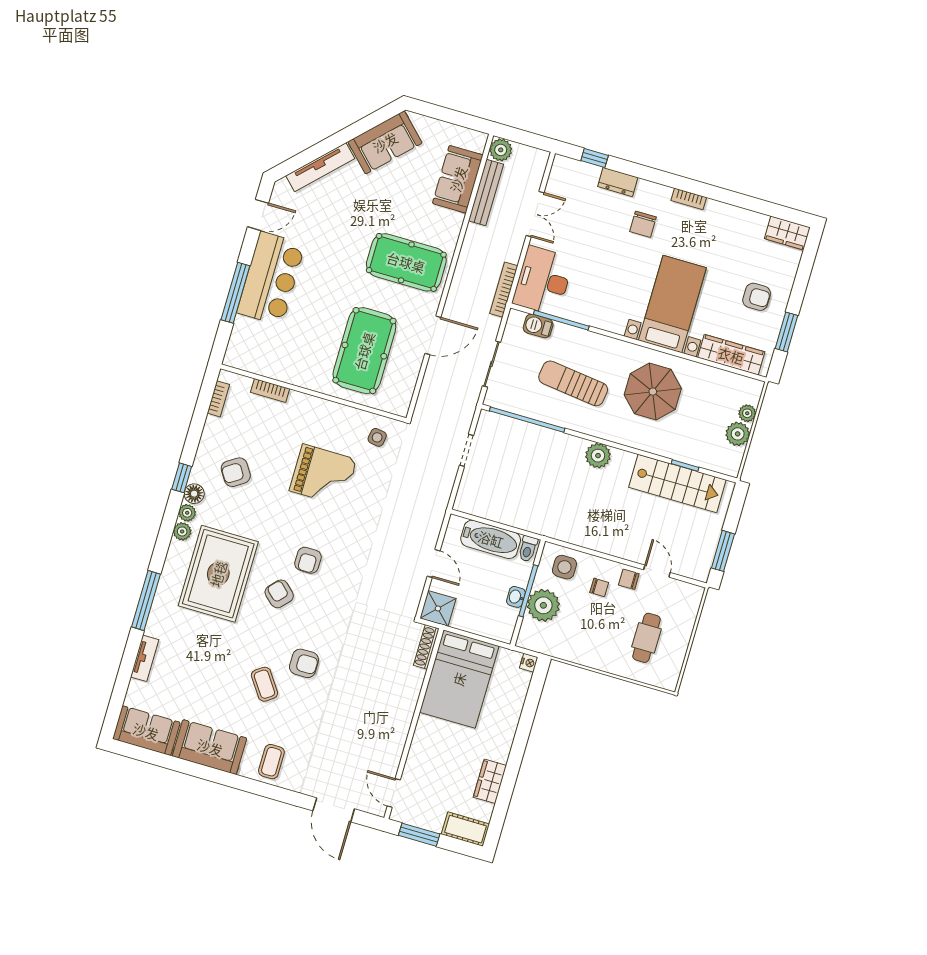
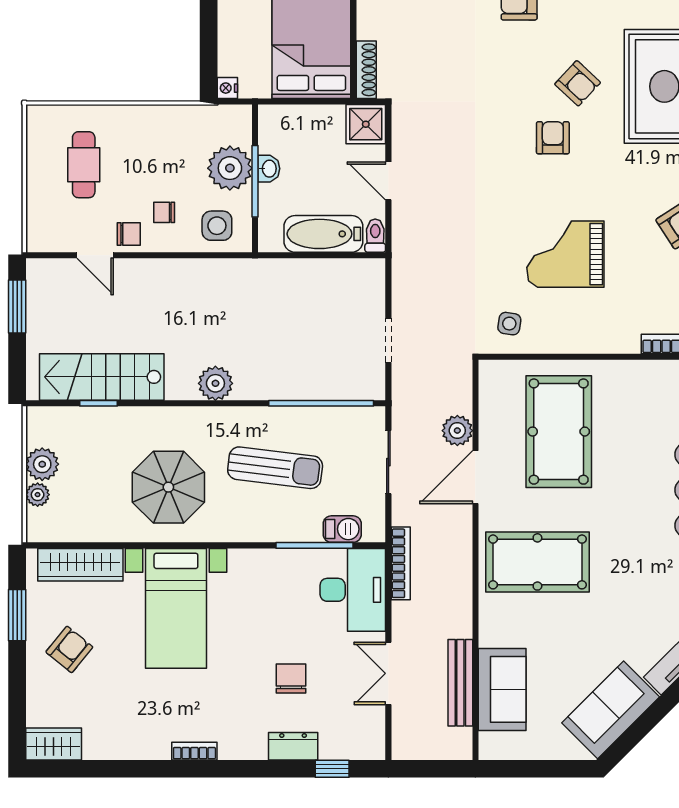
plant: (501, 150) -> (457, 431), moved
chair: (643, 224) -> (291, 679), moved
armchair: (757, 297) -> (69, 649), turned 129
toilet: (528, 549) -> (375, 236), moved

